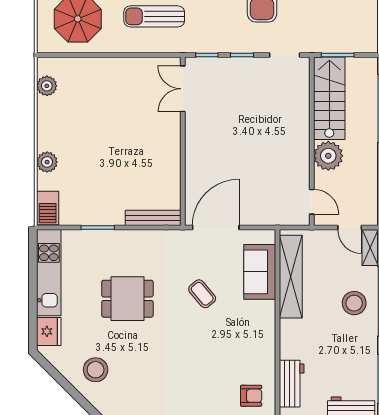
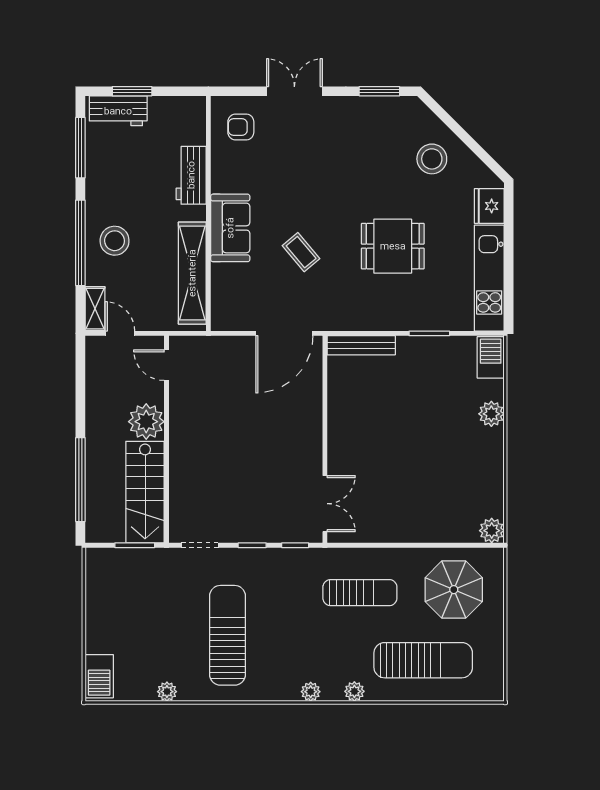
plant: (47, 86) -> (492, 531), moved
sofa: (260, 272) -> (230, 228), moved
workbench: (292, 384) -> (191, 175), moved

